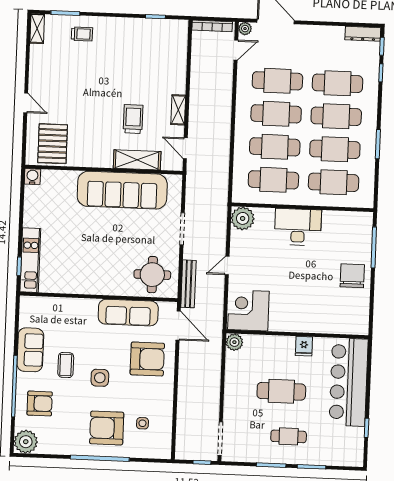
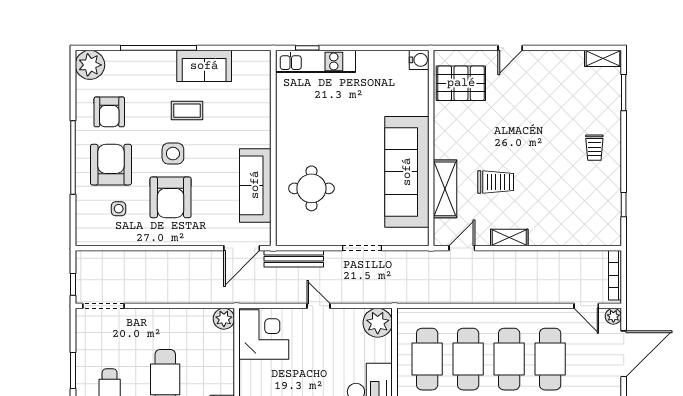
trolley: (82, 34) -> (594, 148), moved
round table: (152, 275) -> (311, 188), moved
armchair: (147, 359) -> (171, 197), moved
armchair: (40, 403) -> (109, 112), moved

